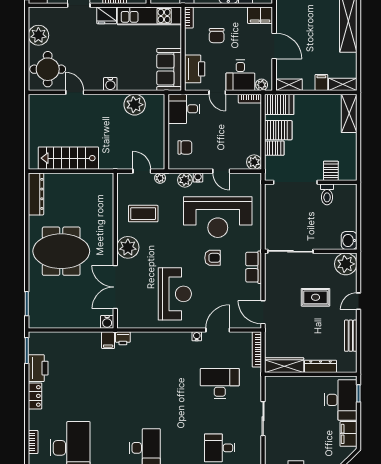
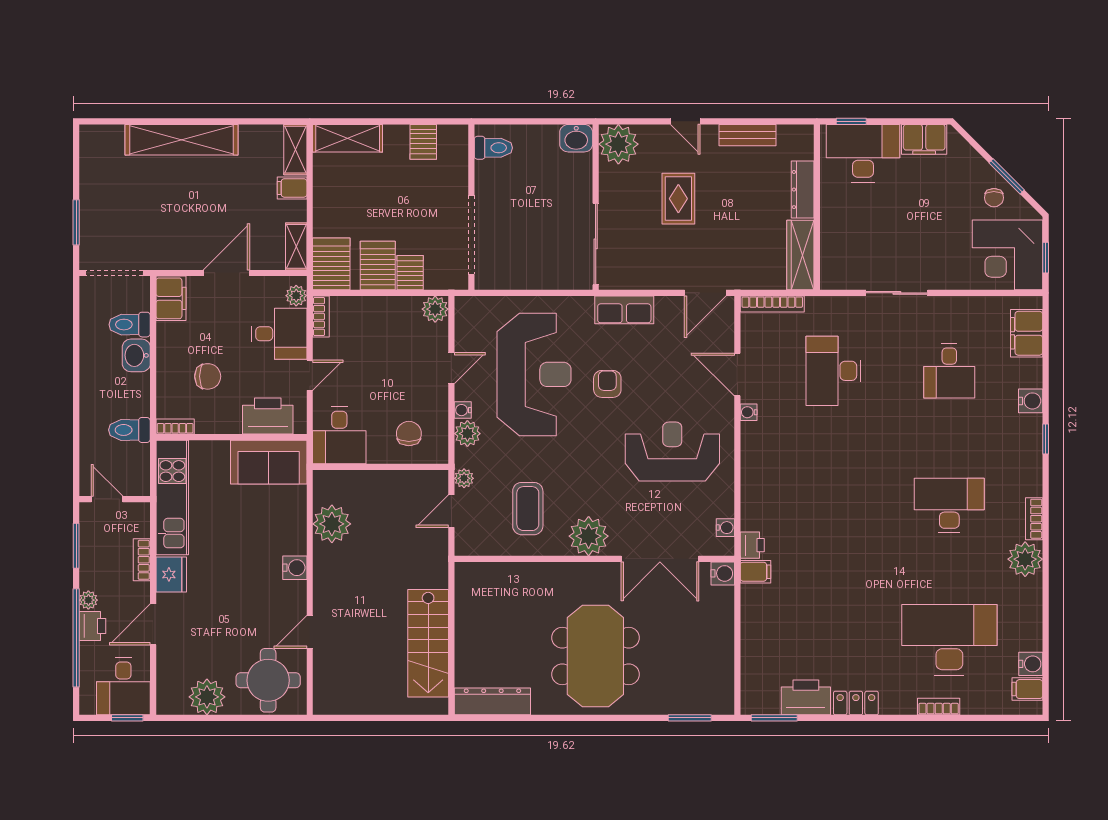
server rack: (331, 171) -> (423, 142), moved, turned -90
toilet: (327, 194) -> (493, 148), moved
water cooler: (133, 323) -> (725, 528), added

